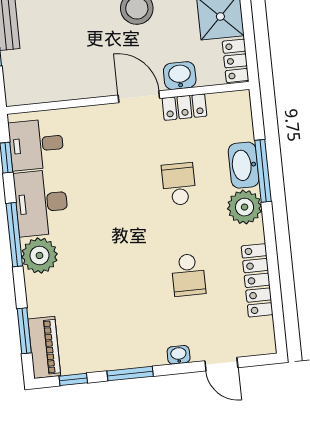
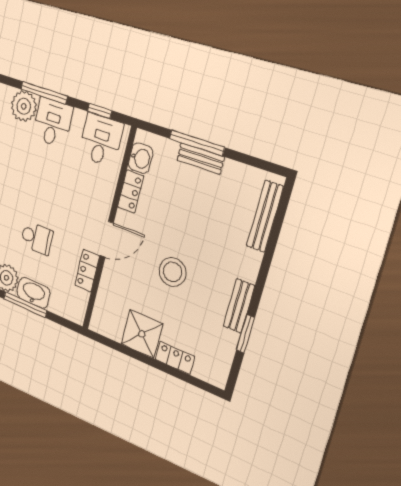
locker: (236, 61) -> (131, 192), moved, turned 90
washbasin: (180, 76) -> (141, 158), moved
desk: (41, 203) -> (52, 123), width x0.73

